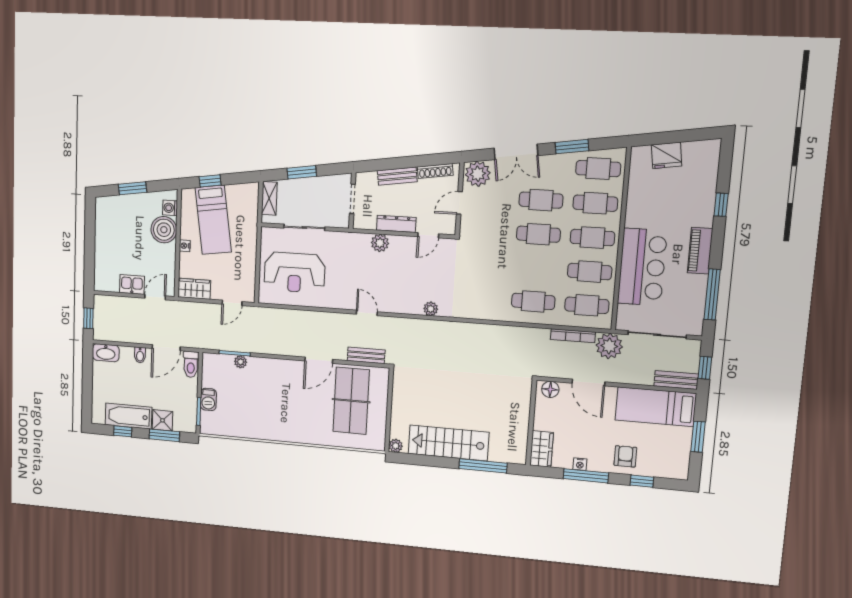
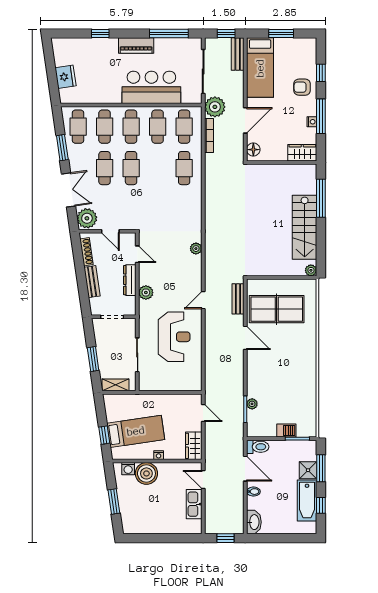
reception desk: (295, 272) -> (174, 337), moved
kitchen sink: (132, 285) -> (194, 504), width x1.38

